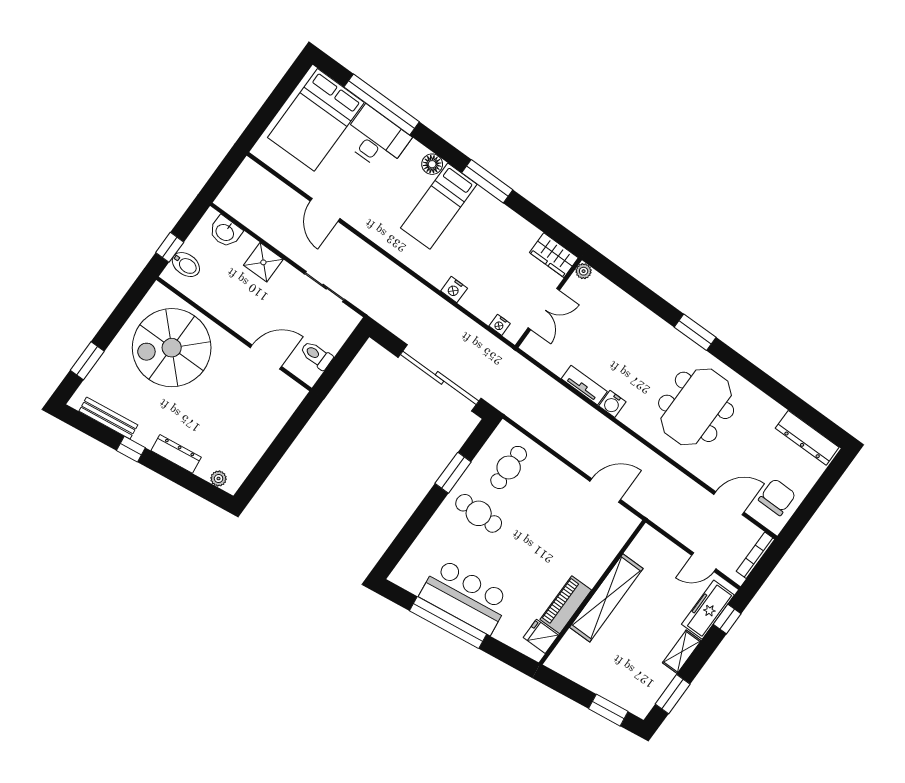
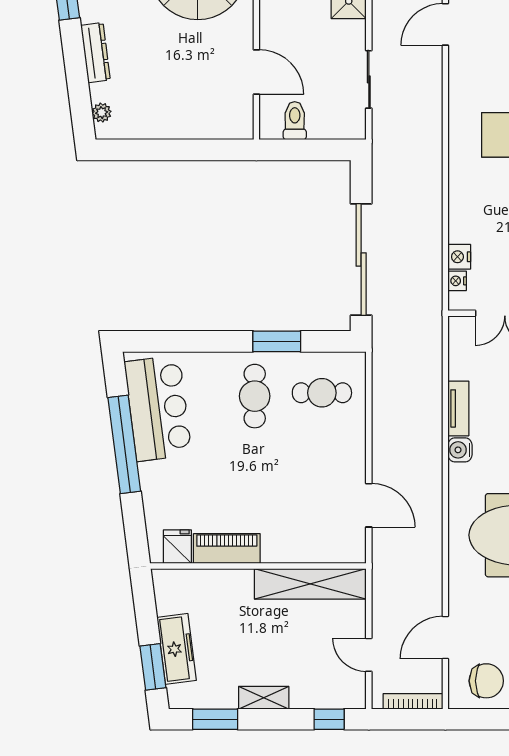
nightstand: (454, 290) -> (459, 257), moved
door: (729, 503) -> (445, 638), swing flipped
bar counter: (465, 596) -> (158, 408), moved
shelving: (606, 598) -> (310, 584), moved
freezer: (708, 610) -> (177, 649), moved, turned 83

